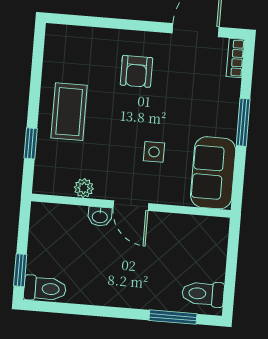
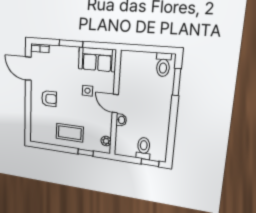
plant: (84, 188) -> (106, 141), moved
door: (131, 206) -> (115, 104), swing flipped
toilet: (45, 289) -> (143, 148), moved

